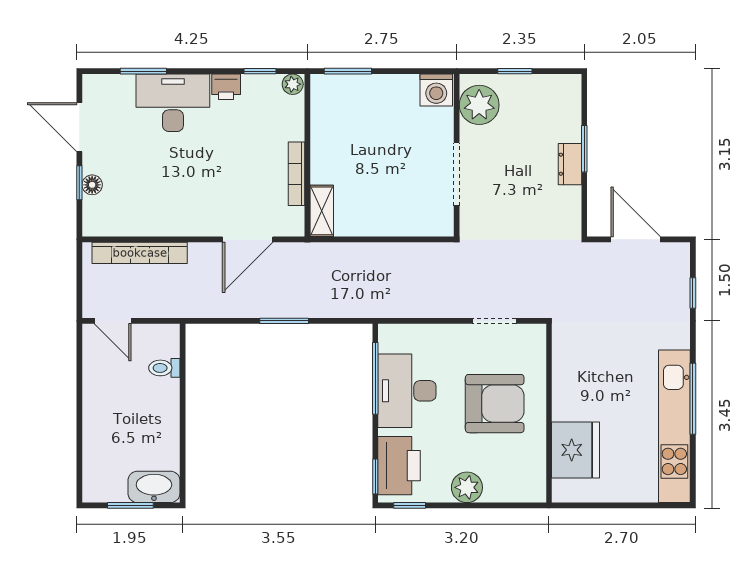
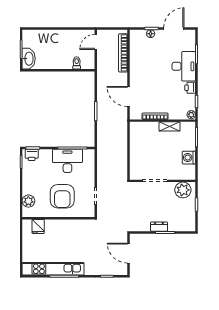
washing machine: (436, 90) -> (189, 158), moved
shelving: (322, 211) -> (170, 126), moved
door: (636, 239) -> (129, 253), swing flipped
fridge: (575, 450) -> (38, 226), width x0.53, depth x0.75
printer: (399, 466) -> (32, 155), width x0.53, depth x0.68
plant: (467, 487) -> (28, 201), moved

